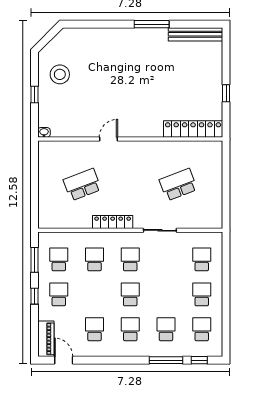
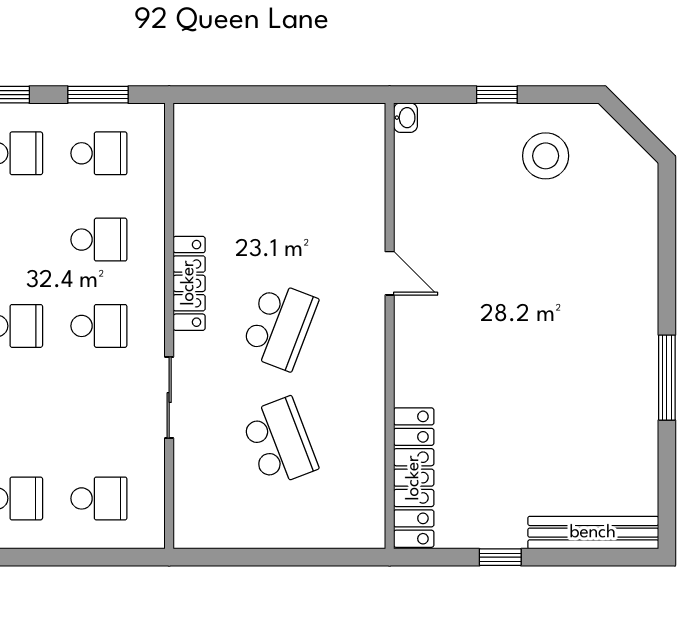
bench: (196, 34) -> (593, 533), moved, turned 90
school desk: (82, 185) -> (279, 326), moved, turned 42

